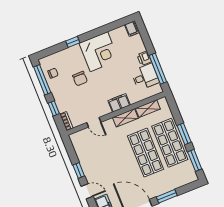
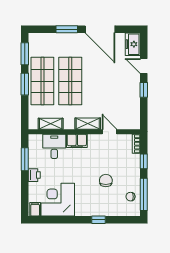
corner desk: (99, 52) -> (58, 200), moved
window: (158, 69) -> (25, 159), width x0.69
desk: (145, 77) -> (54, 146), moved, turned 90
shelving: (125, 118) -> (88, 124), moved

